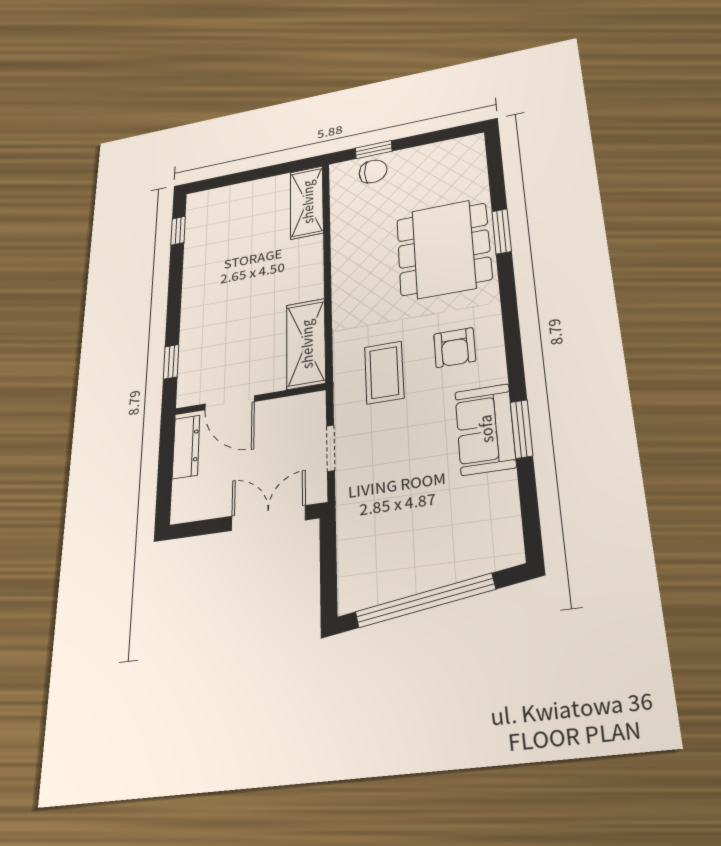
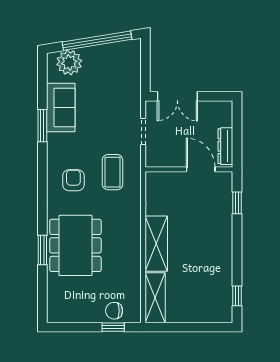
shelving: (306, 344) -> (156, 244), moved
sofa: (485, 429) -> (61, 108), moved
plant: (478, 551) -> (69, 63), added

